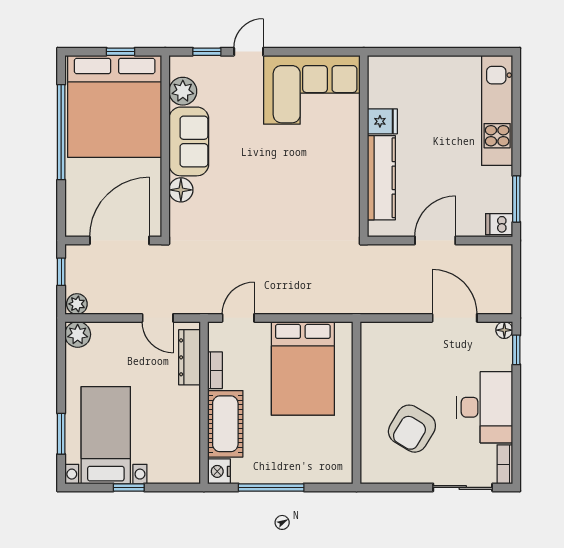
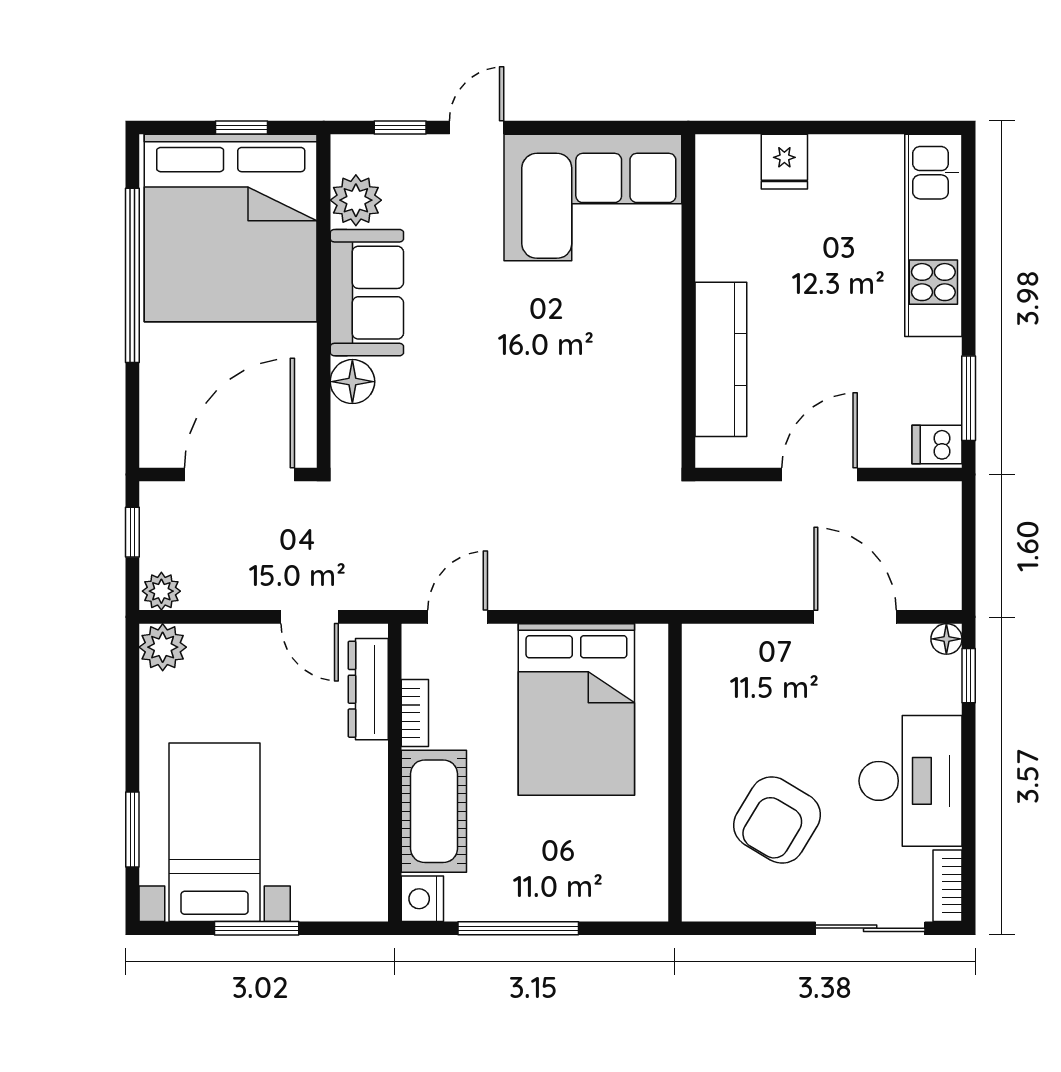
fridge: (382, 121) -> (784, 162), moved, turned 90
window: (129, 487) -> (257, 928), width x1.50

